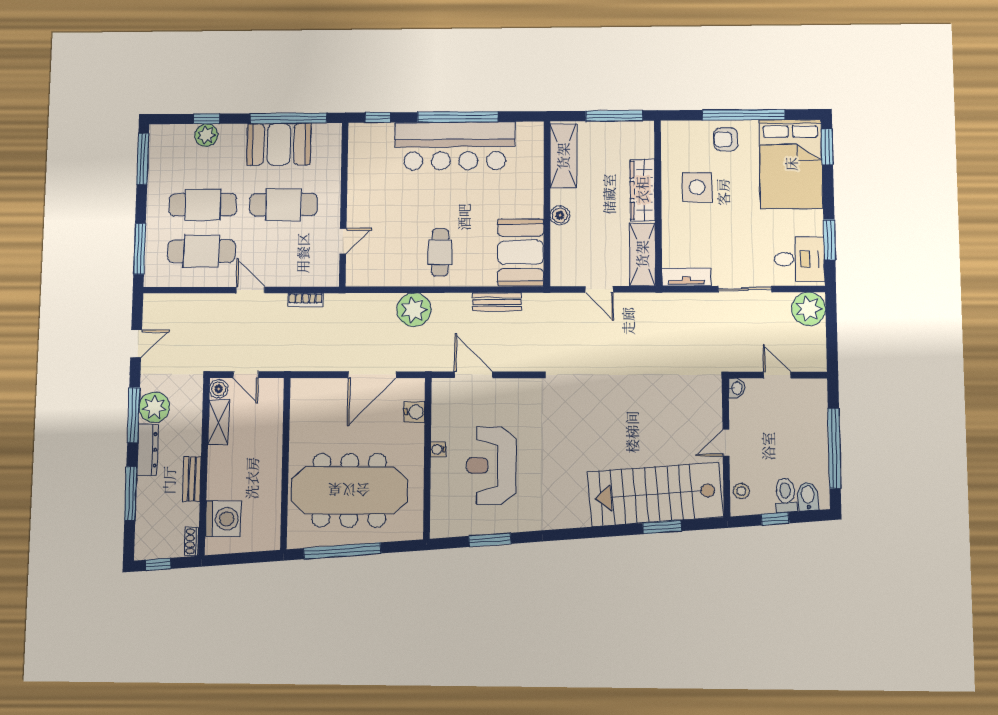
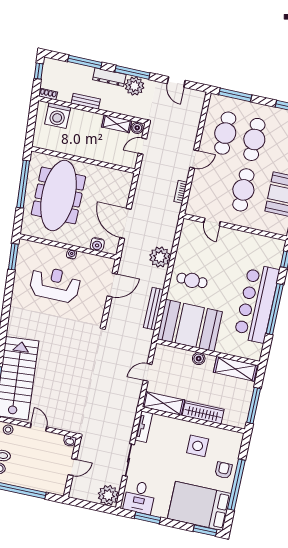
booth: (521, 253) -> (190, 325), width x1.36, depth x1.42
bench: (497, 302) -> (154, 309), width x1.36
window: (490, 540) -> (13, 257), moved

